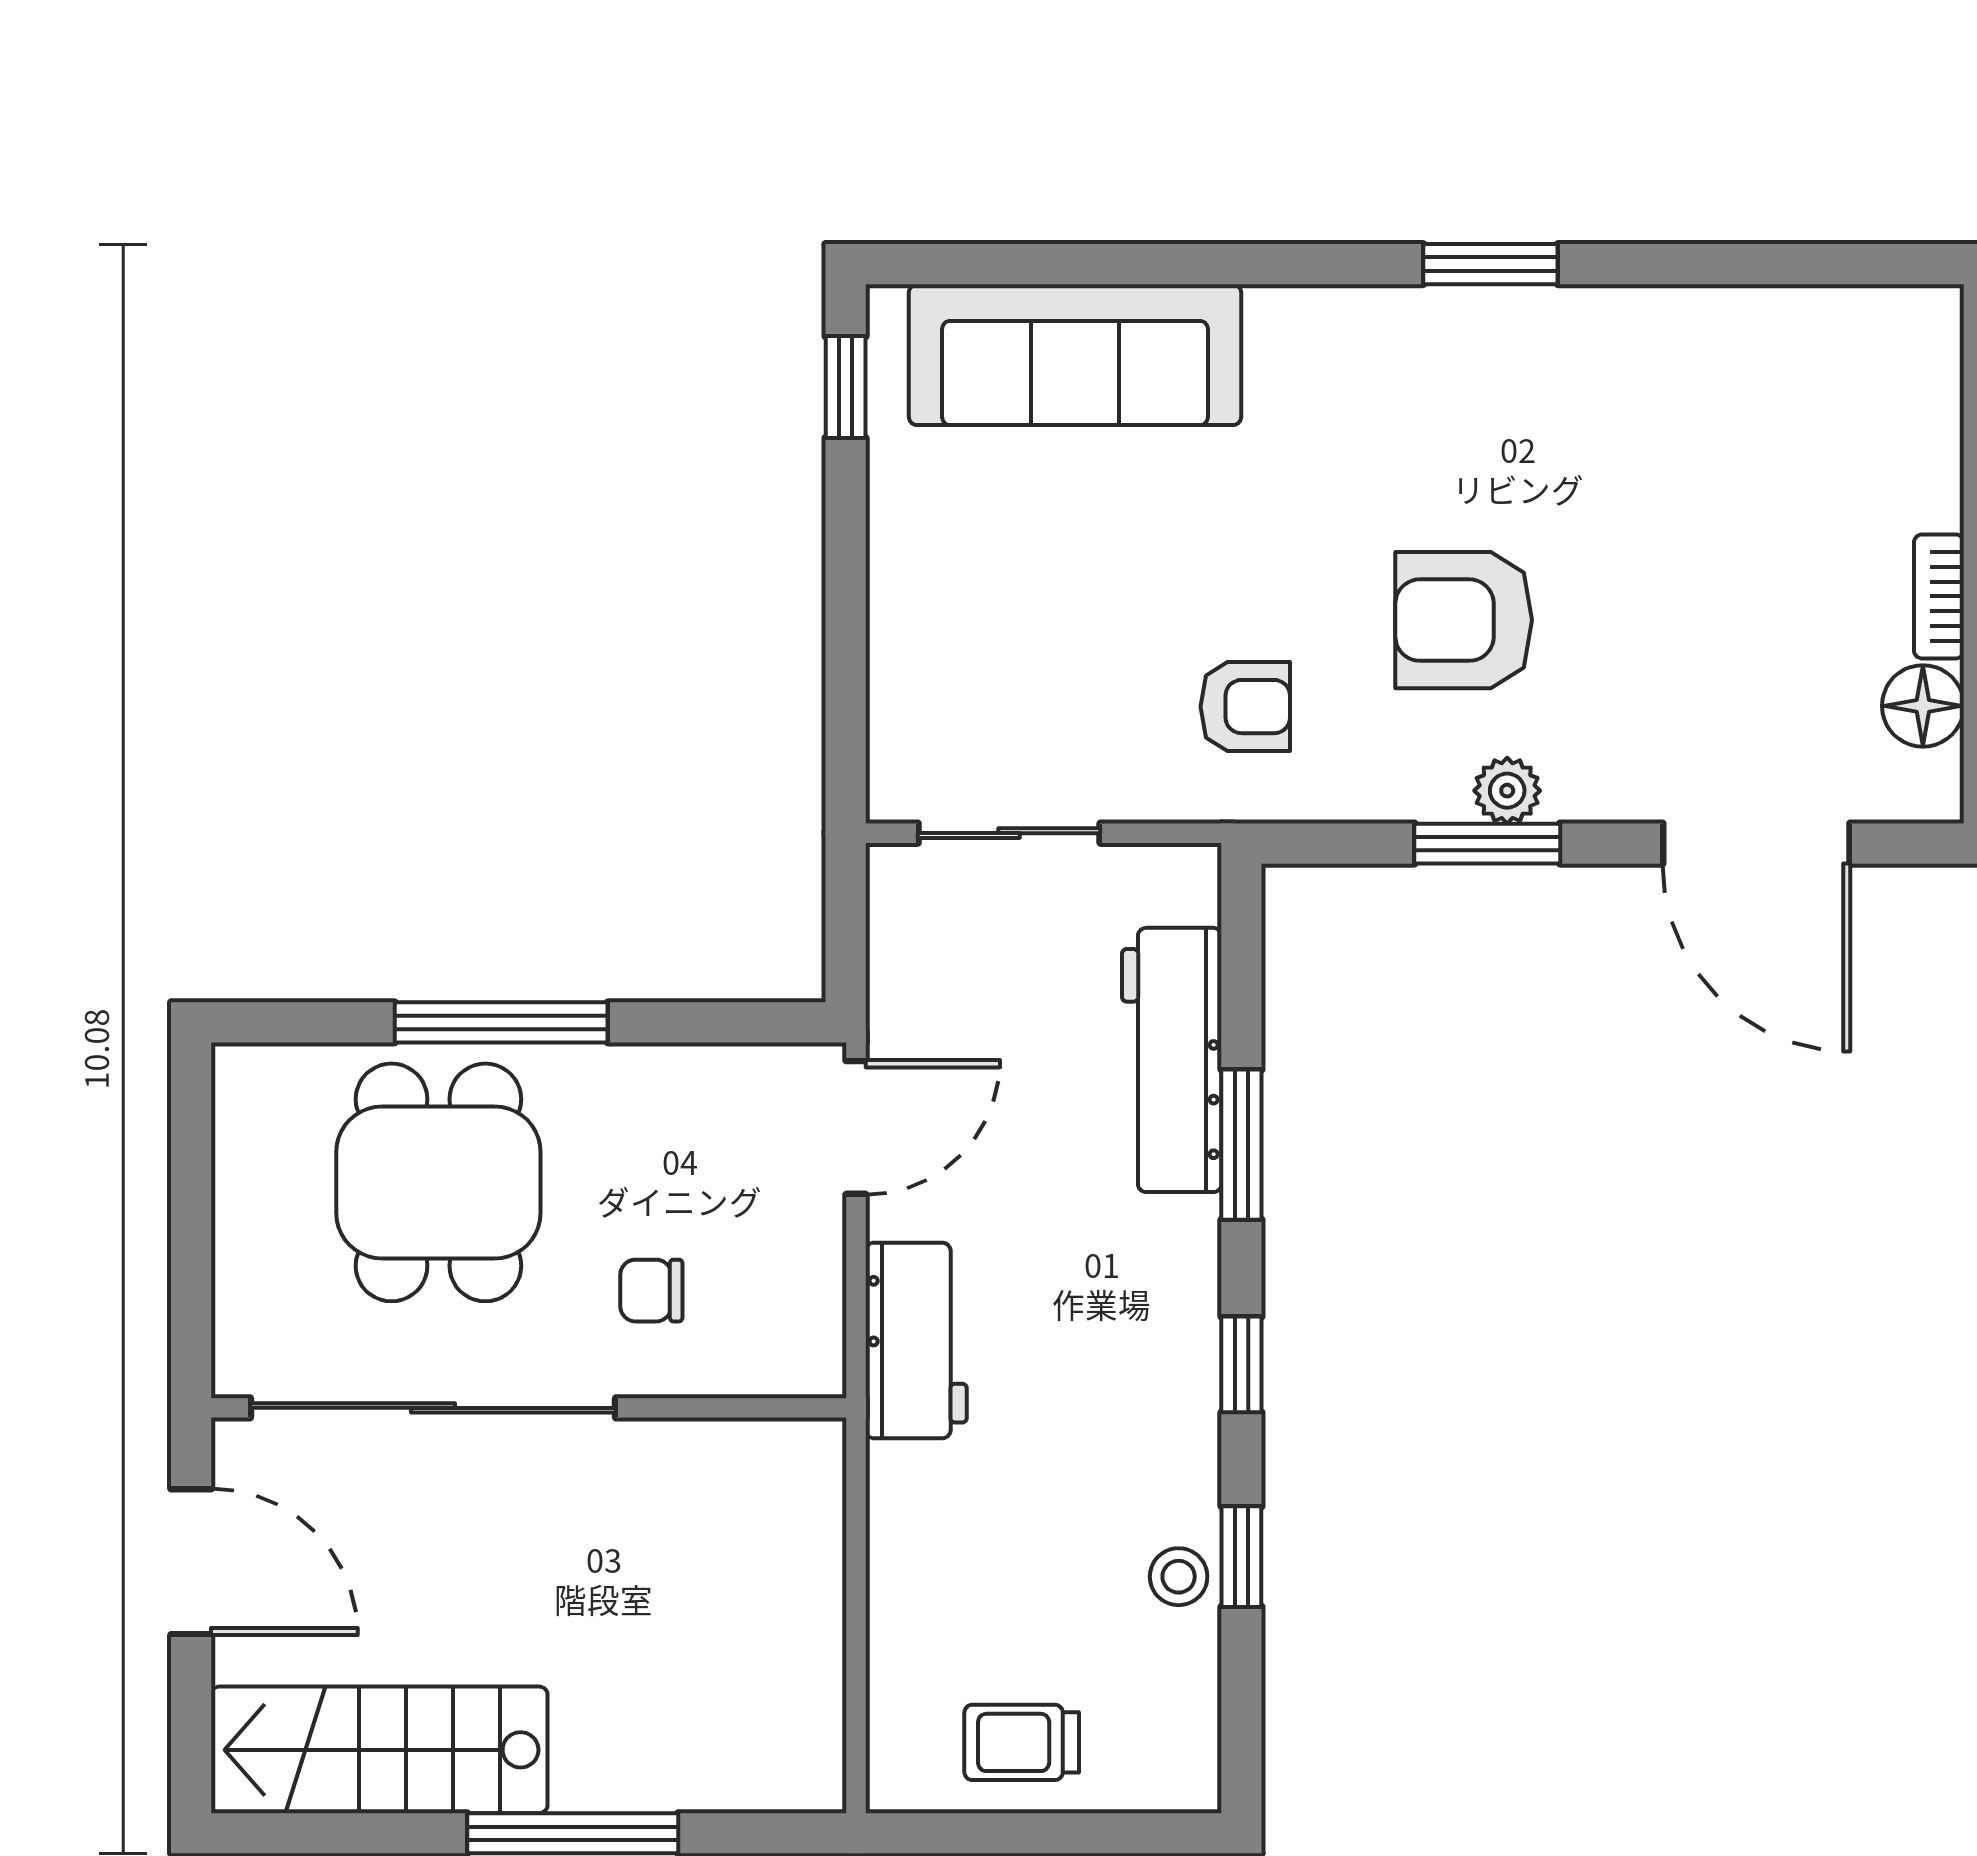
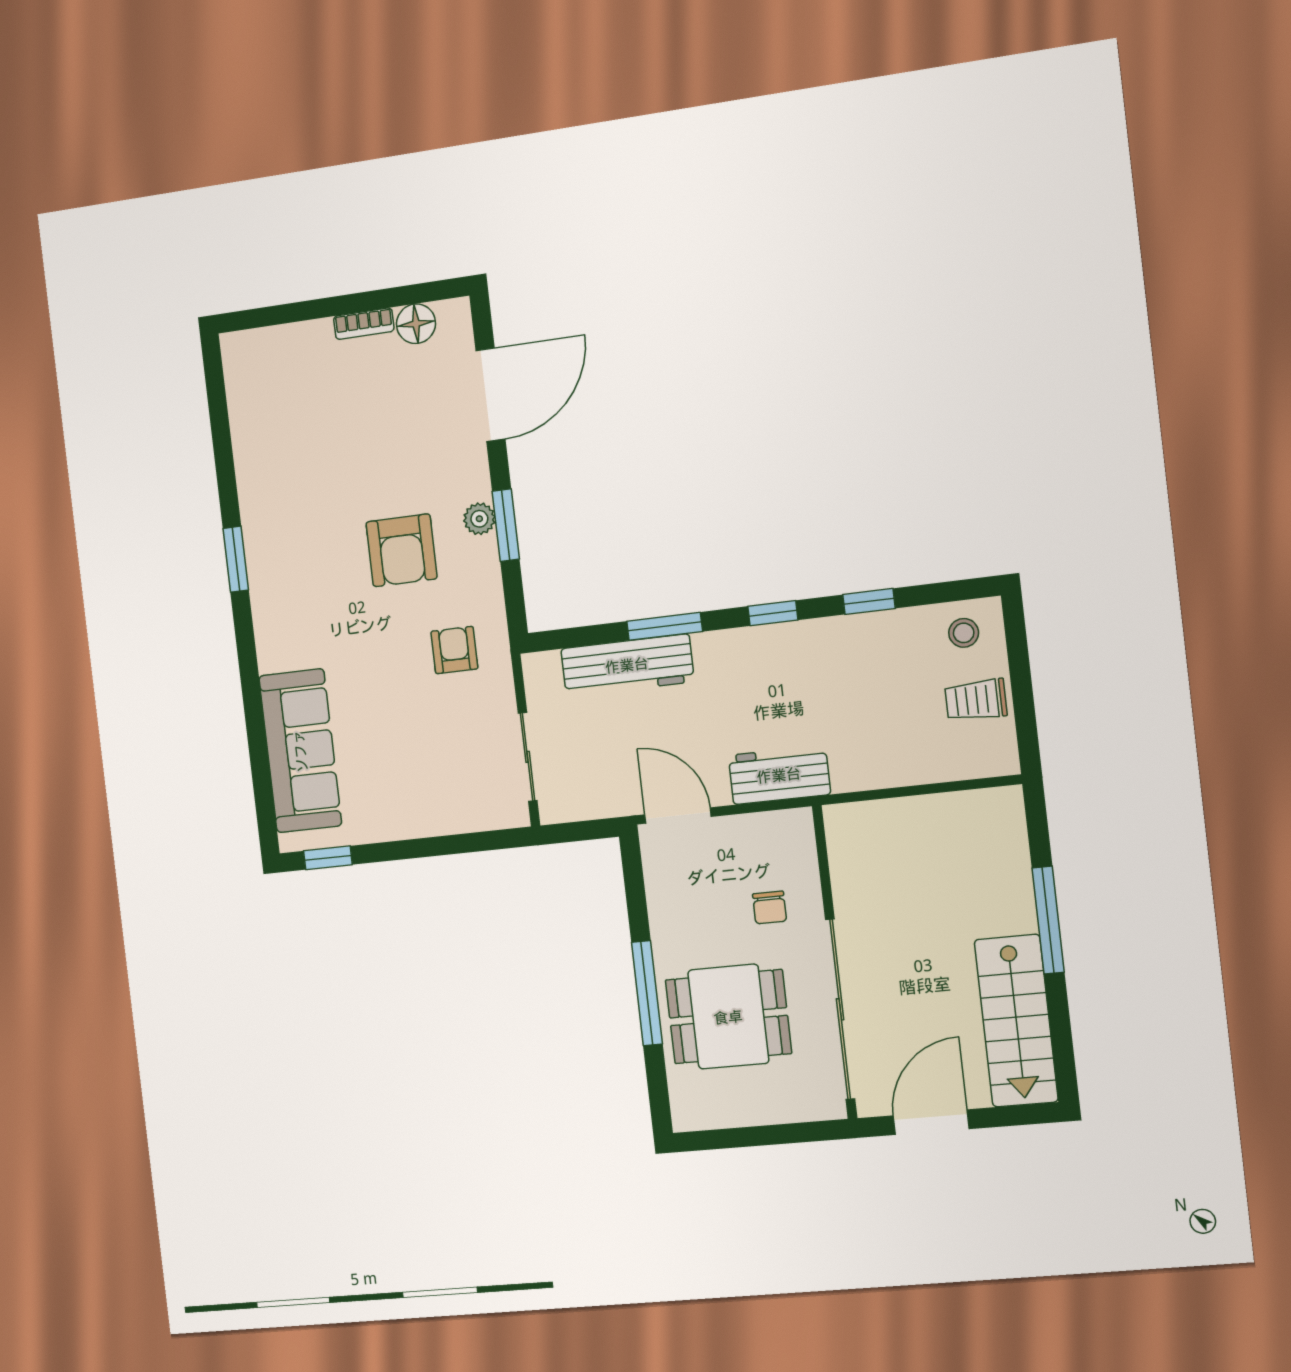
stool: (1179, 1577) -> (964, 633), moved
trolley: (1022, 1742) -> (976, 700), turned 90

